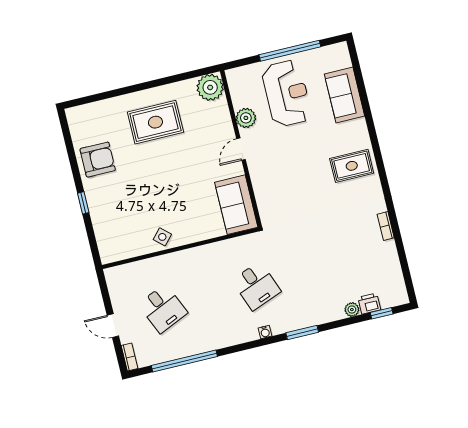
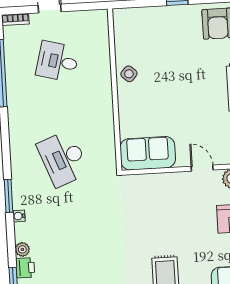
desk: (256, 286) -> (63, 159), width x1.37
desk: (163, 309) -> (58, 61), turned 39
water cooler: (265, 332) -> (19, 216), moved

